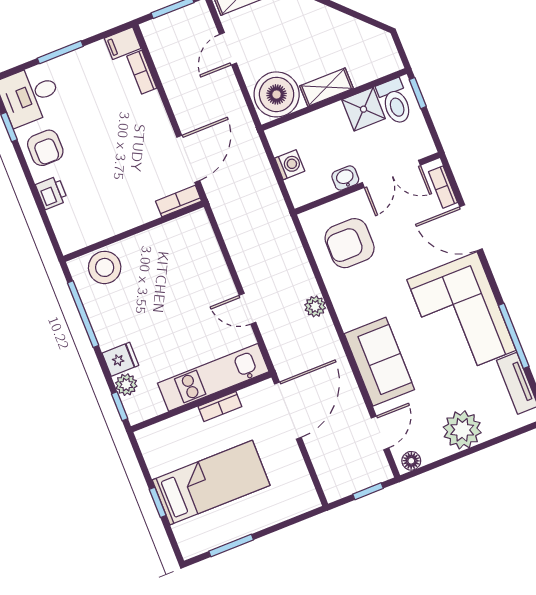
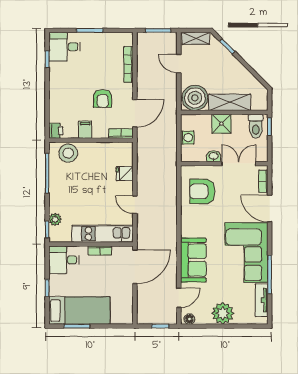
filing cabinet: (123, 43) -> (85, 130), moved, turned 90
door: (228, 49) -> (179, 64), hinge flipped
bookcase: (142, 72) -> (129, 64), width x1.56
shelving: (326, 87) -> (230, 102), width x1.50, depth x1.33
shower: (364, 109) -> (221, 124), moved
armchair: (45, 148) -> (103, 99), moved
double door: (391, 174) -> (239, 164), swing flipped
printer: (52, 193) -> (56, 131), moved
plant: (315, 306) -> (171, 218), removed
fridge: (120, 359) -> (125, 174), moved, turned 180
desk: (167, 445) -> (64, 260), added
bed: (211, 483) -> (79, 311), moved

